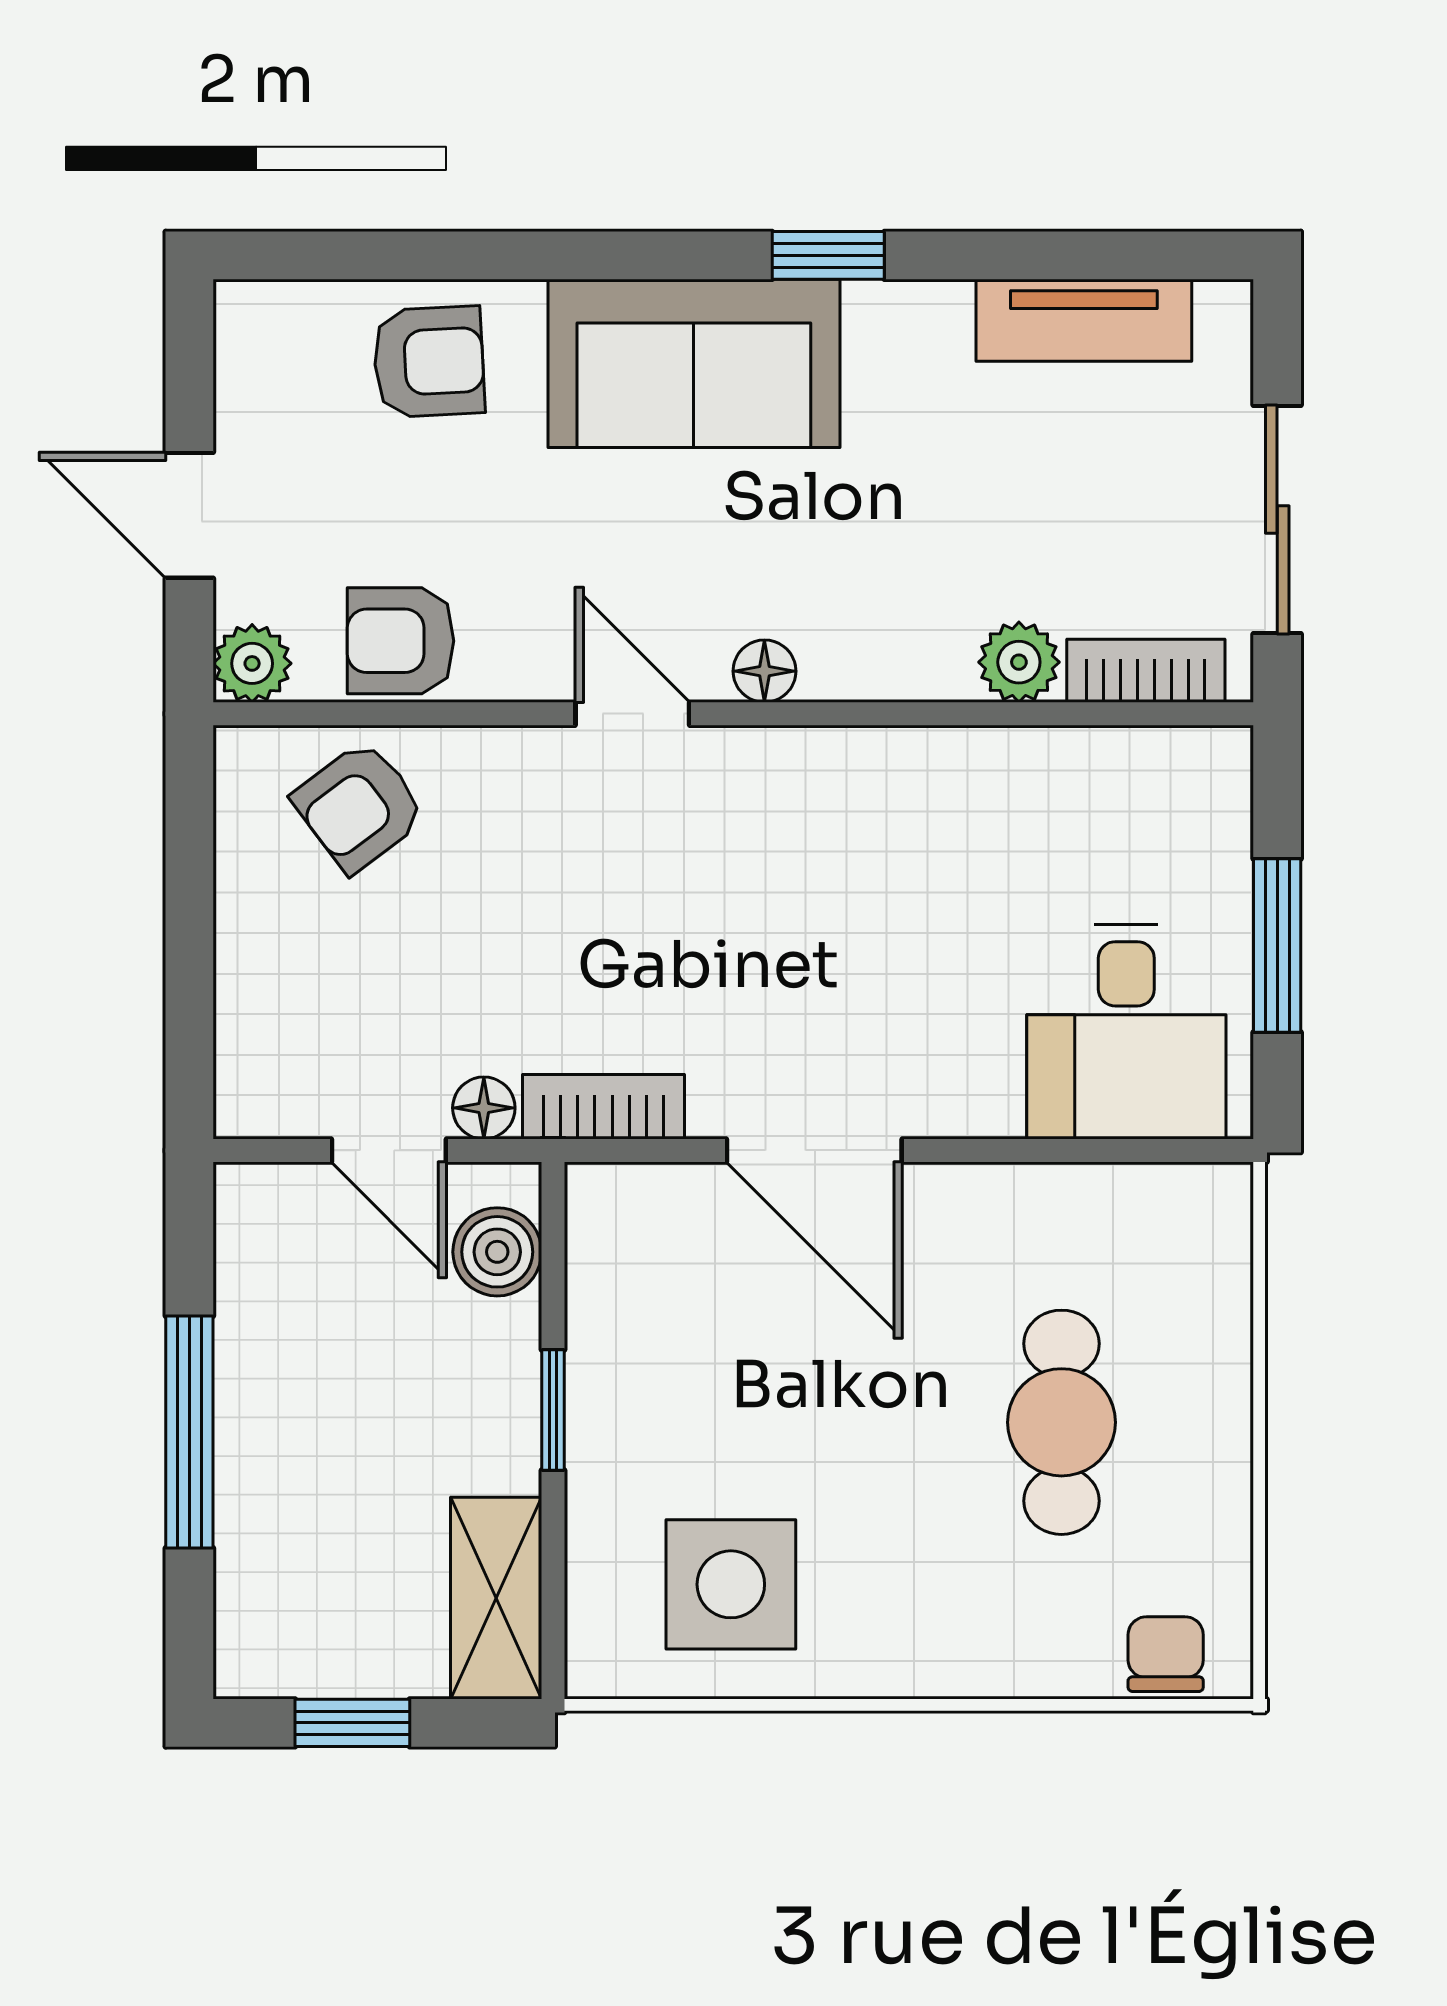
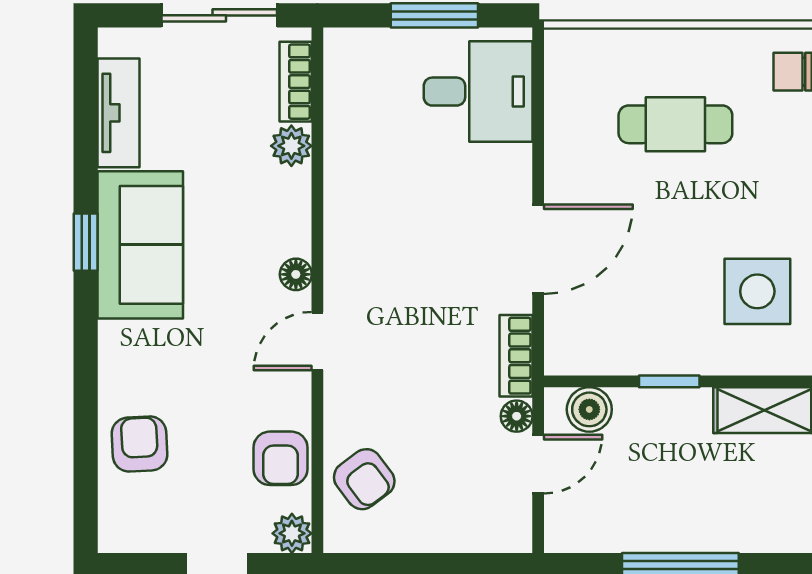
sofa: (694, 363) -> (140, 245), moved

